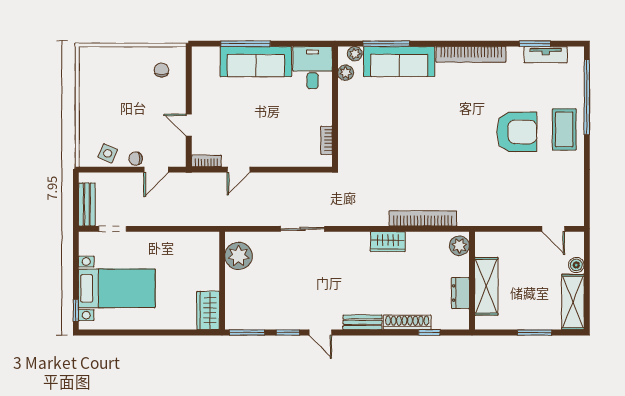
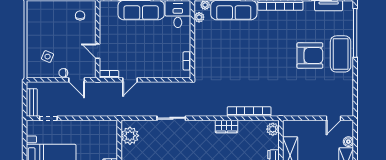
coffee table: (564, 129) -> (341, 54), width x1.36, depth x1.32
side table: (108, 153) -> (48, 57), moved
door: (156, 170) -> (77, 80), hinge flipped
door: (553, 229) -> (334, 118), hinge flipped

